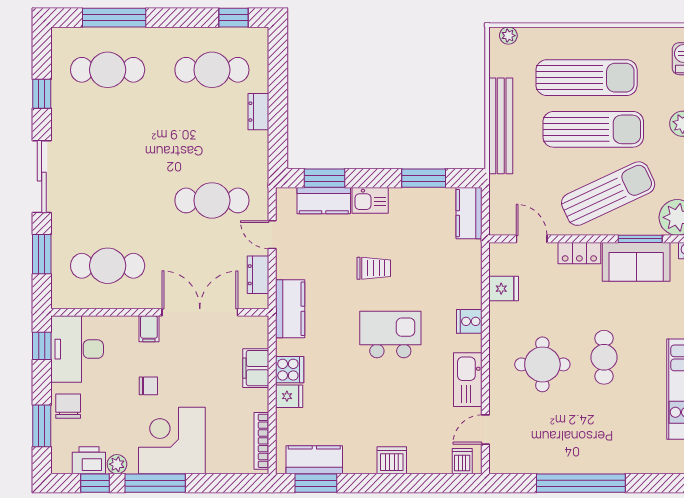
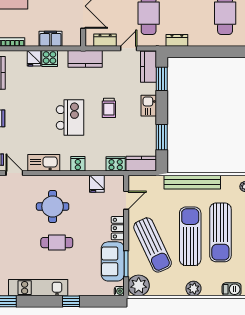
dresser: (258, 112) -> (177, 40), moved
sun lounger: (593, 129) -> (190, 236), turned 180
kitchen counter: (324, 201) -> (149, 67), moved
cooker: (470, 257) -> (116, 164), added

